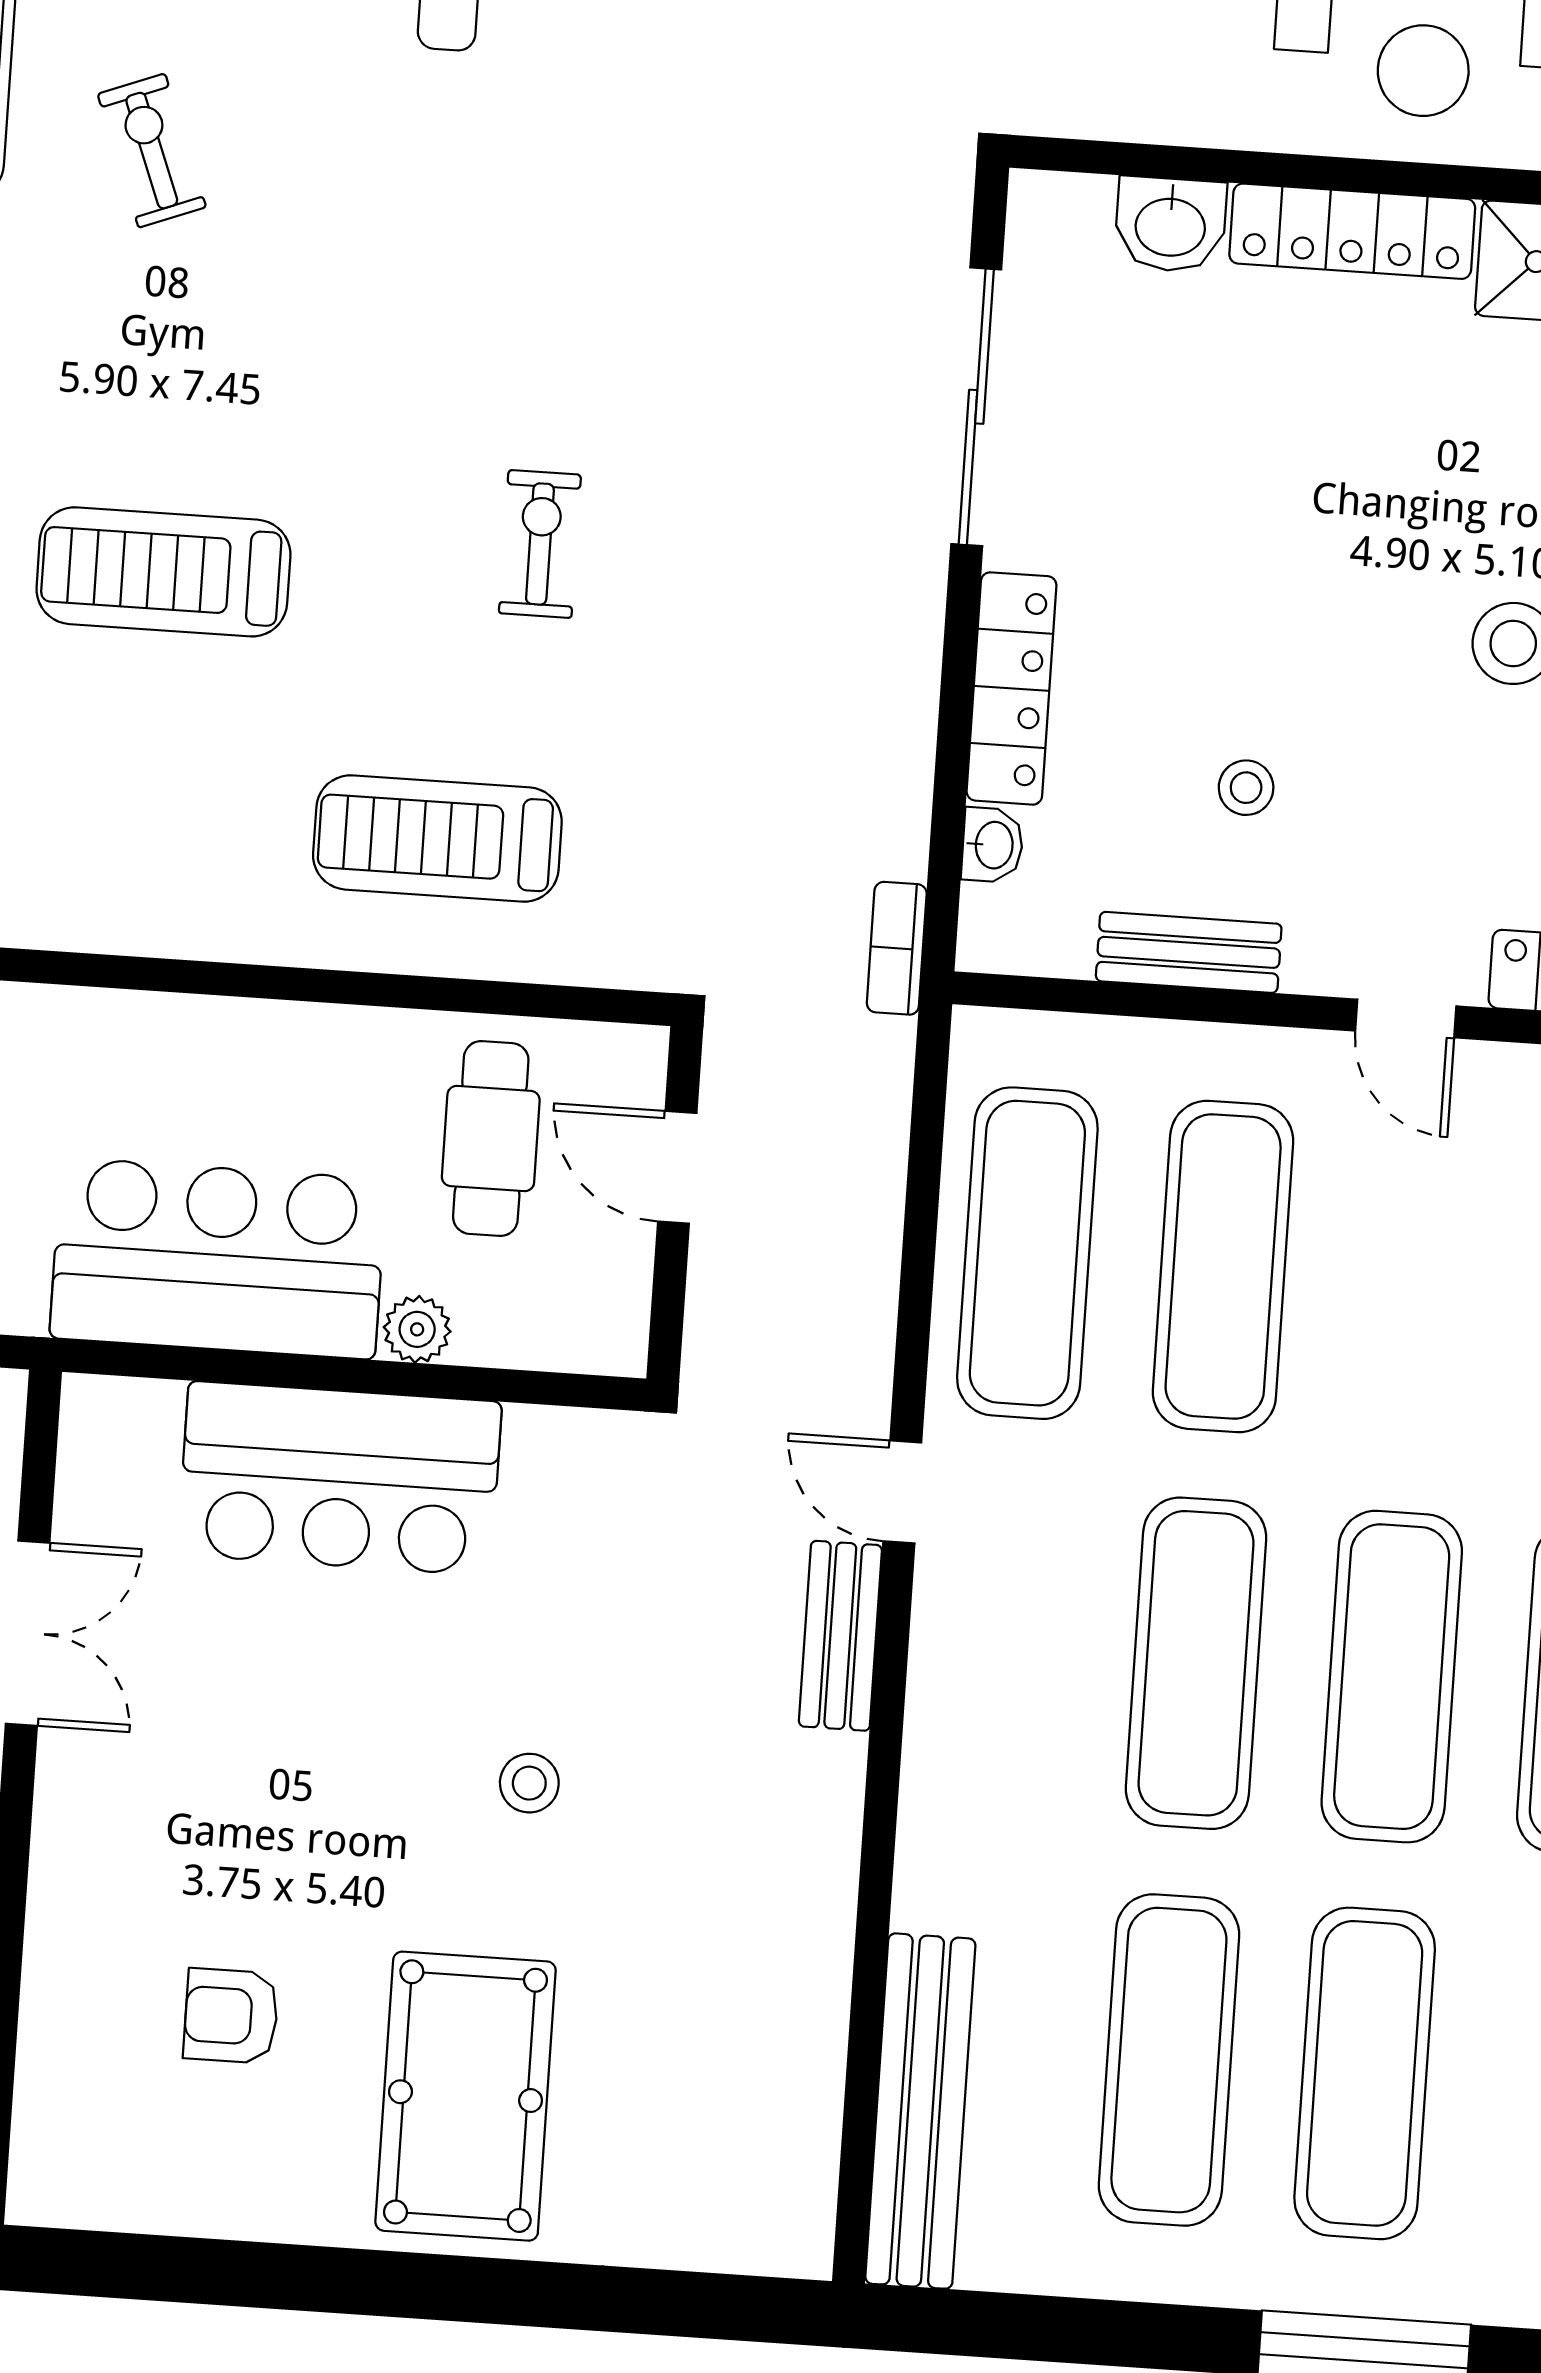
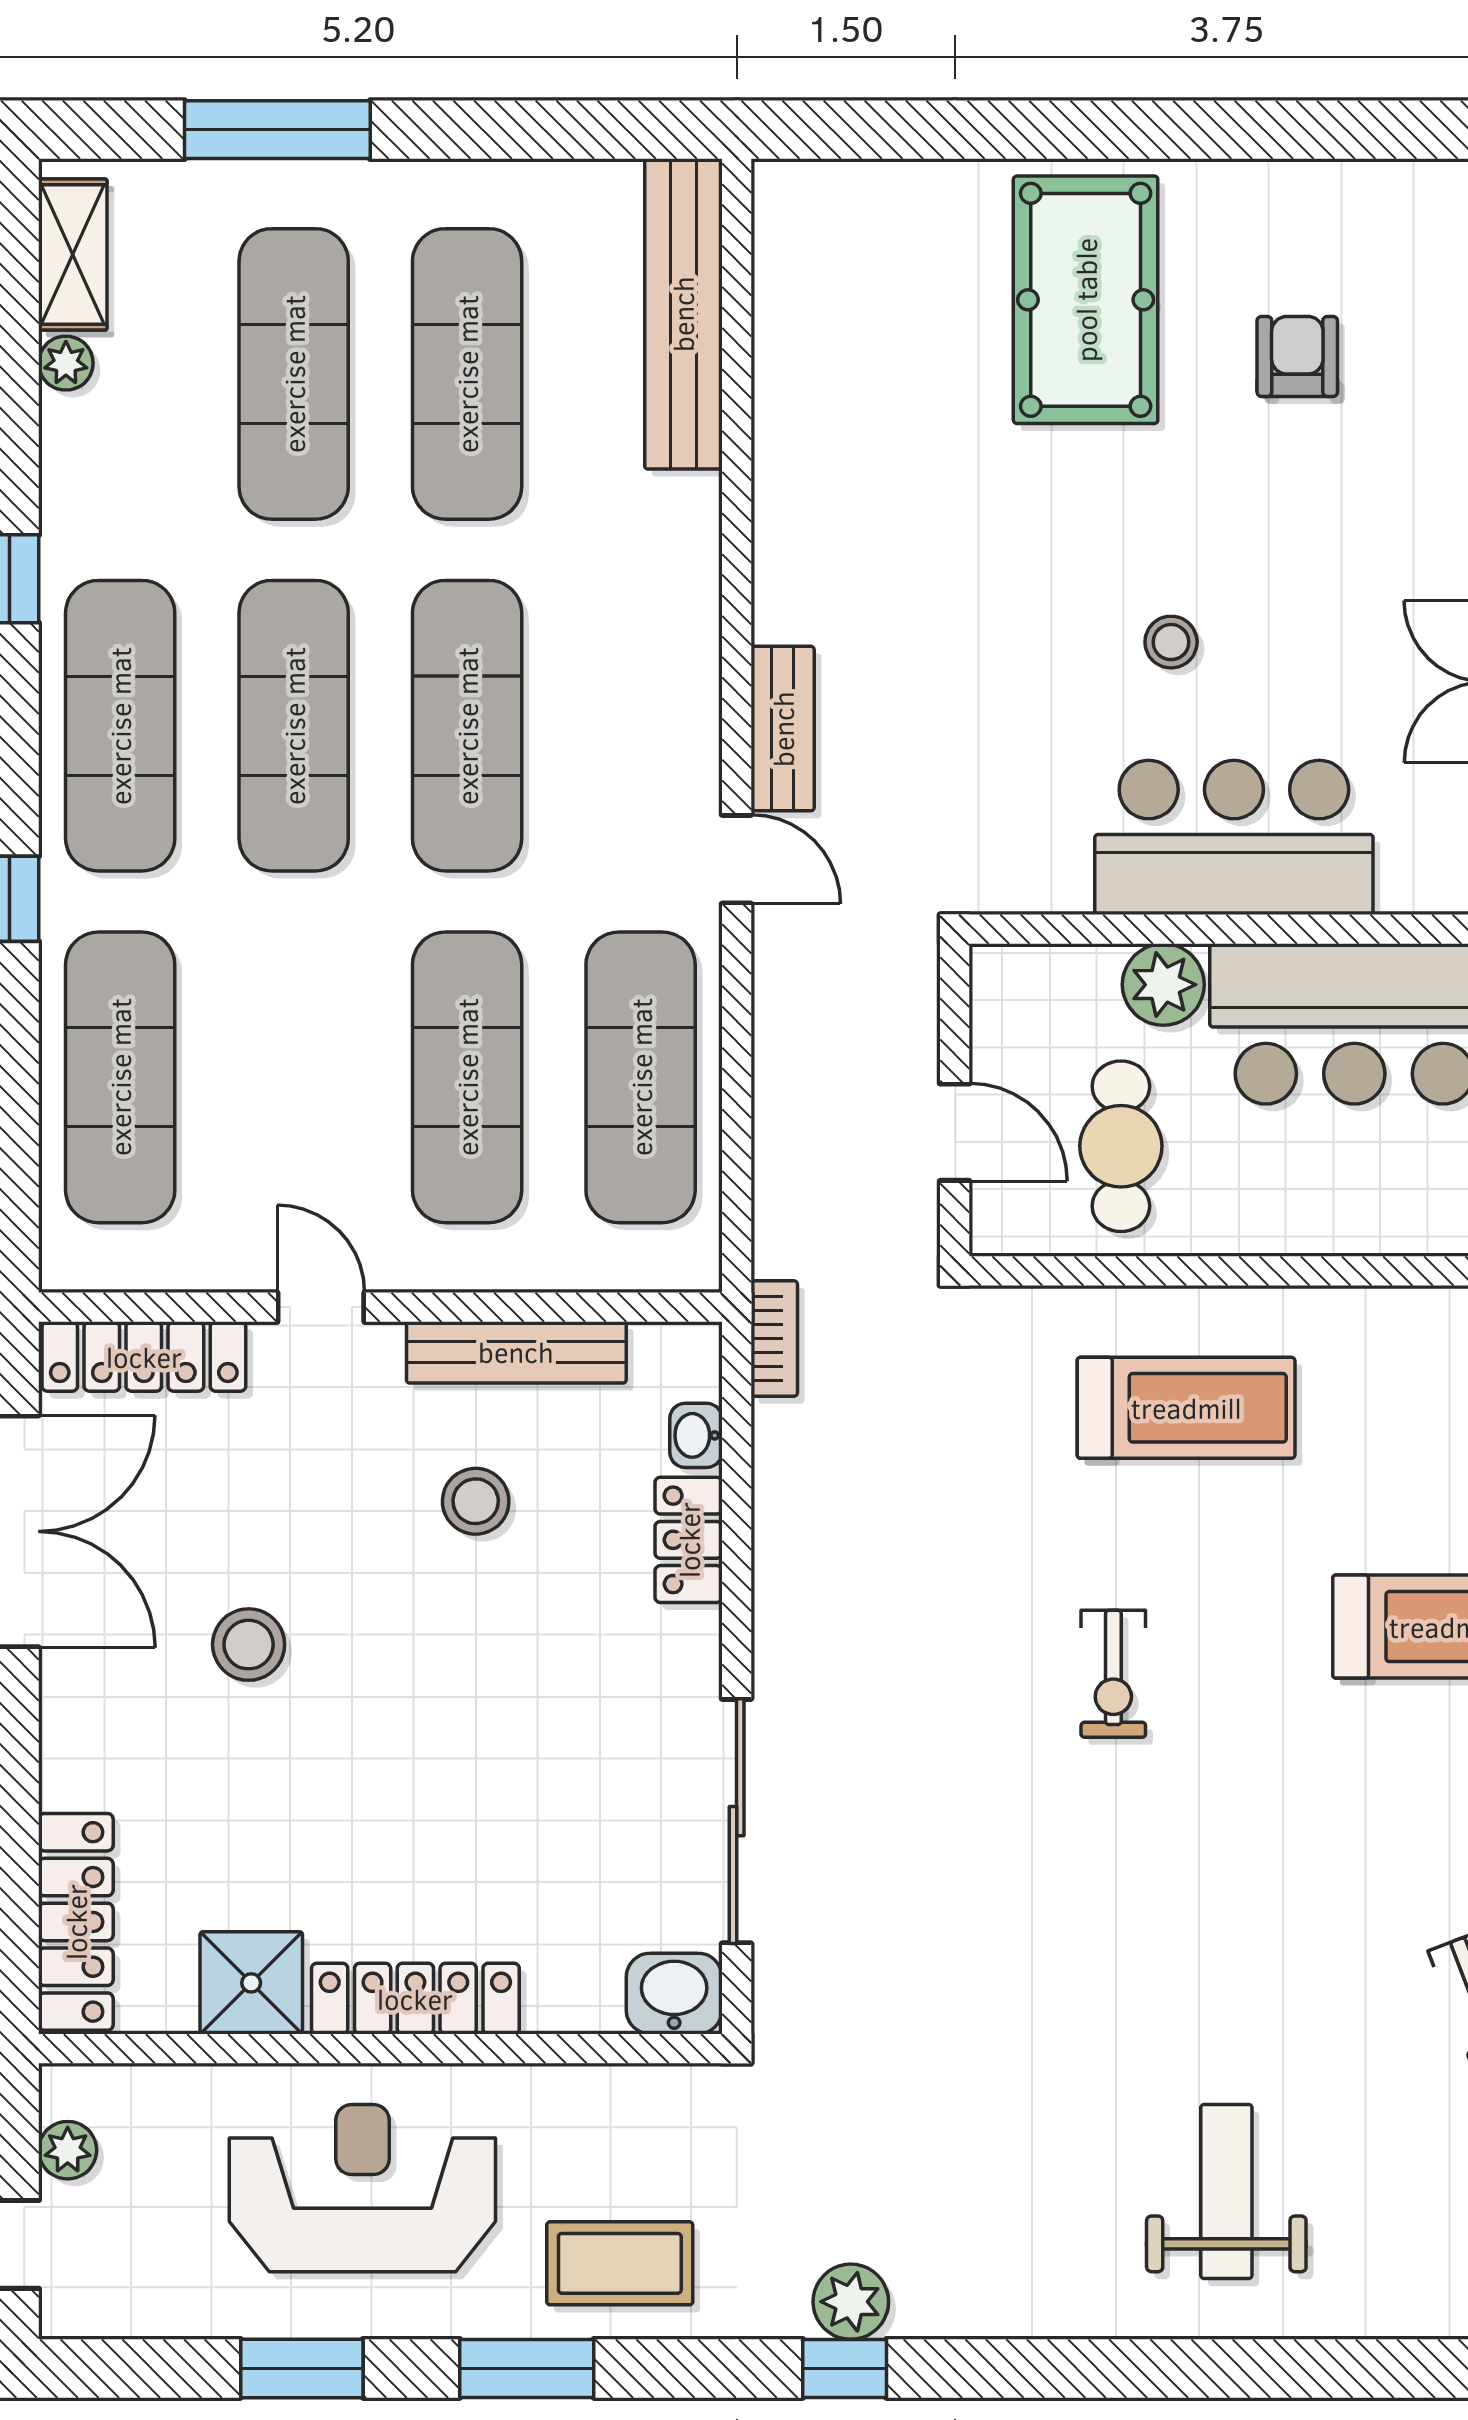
washbasin: (1170, 225) -> (674, 1994), moved
locker: (1012, 688) -> (689, 1540), width x0.66
stool: (1246, 788) -> (476, 1501), width x1.37, depth x1.37
bench: (1189, 952) -> (516, 1352), width x1.36
plant: (417, 1329) -> (1163, 985), width x1.38, depth x1.38
stool: (529, 1783) -> (1171, 642), moved
armchair: (231, 2016) -> (1297, 356), turned -90

